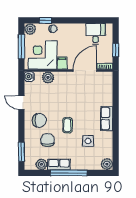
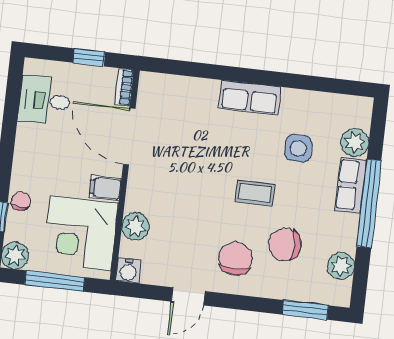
plant: (107, 164) -> (355, 143), moved
row of seats: (59, 165) -> (351, 185), moved

